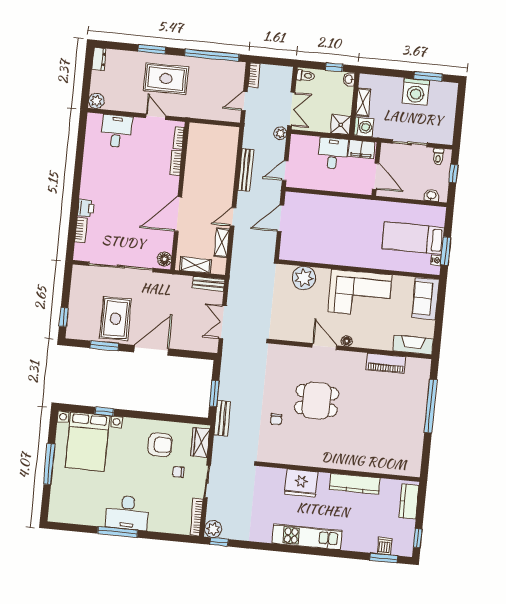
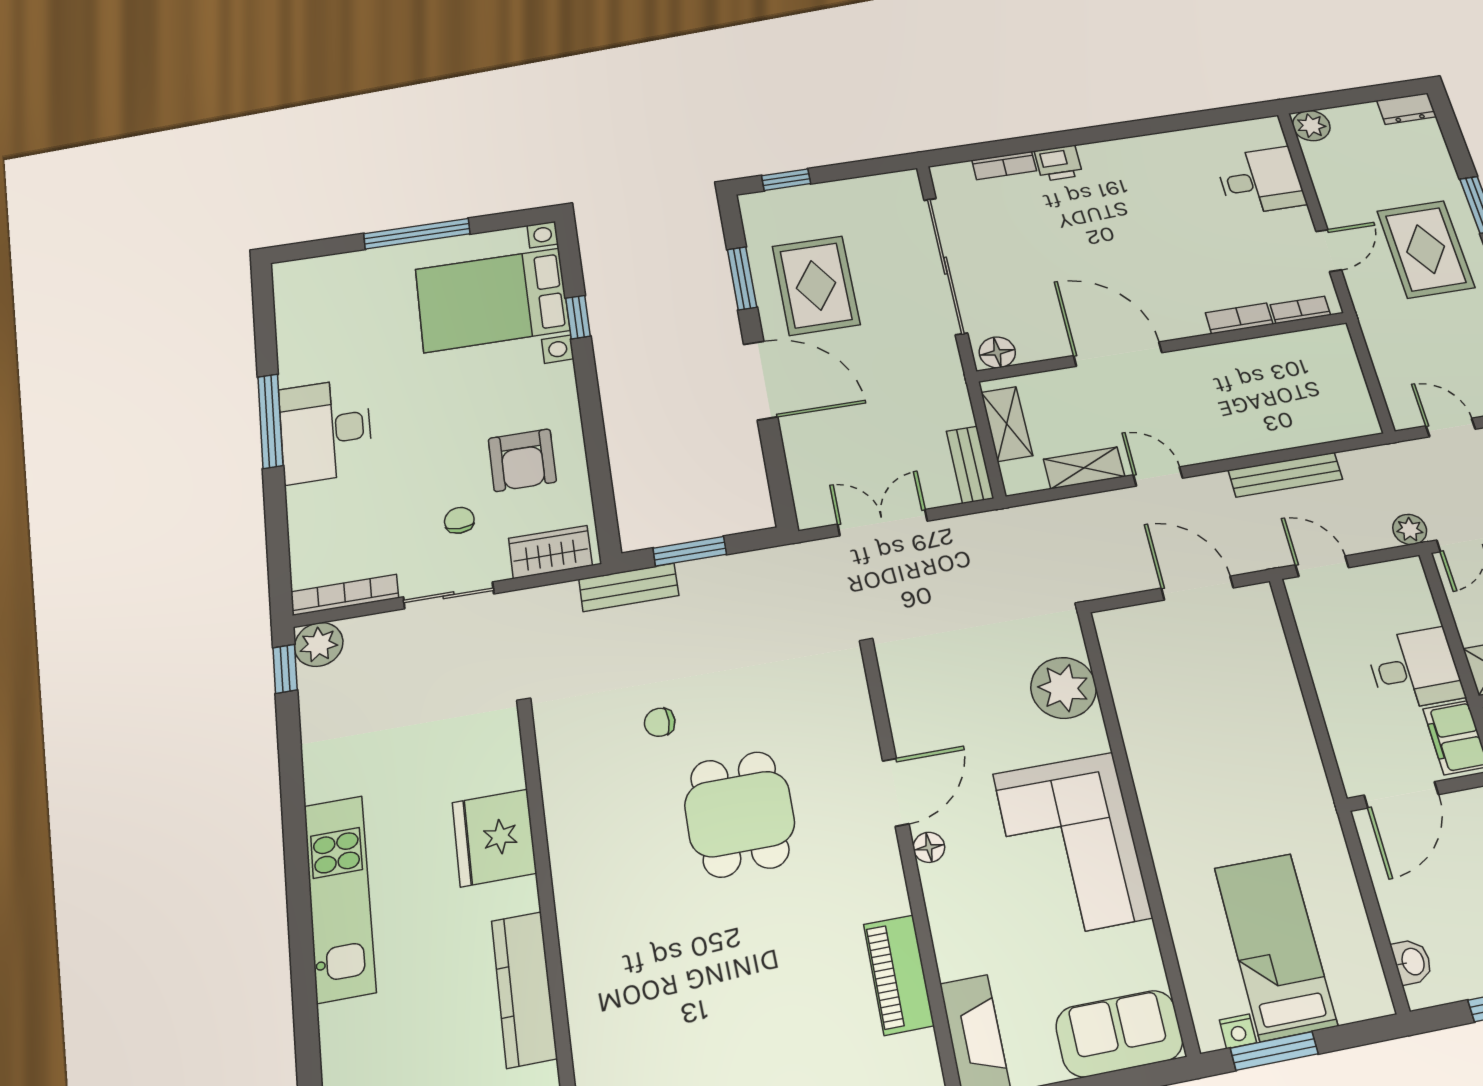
rug: (116, 319) -> (816, 285), turned 90

